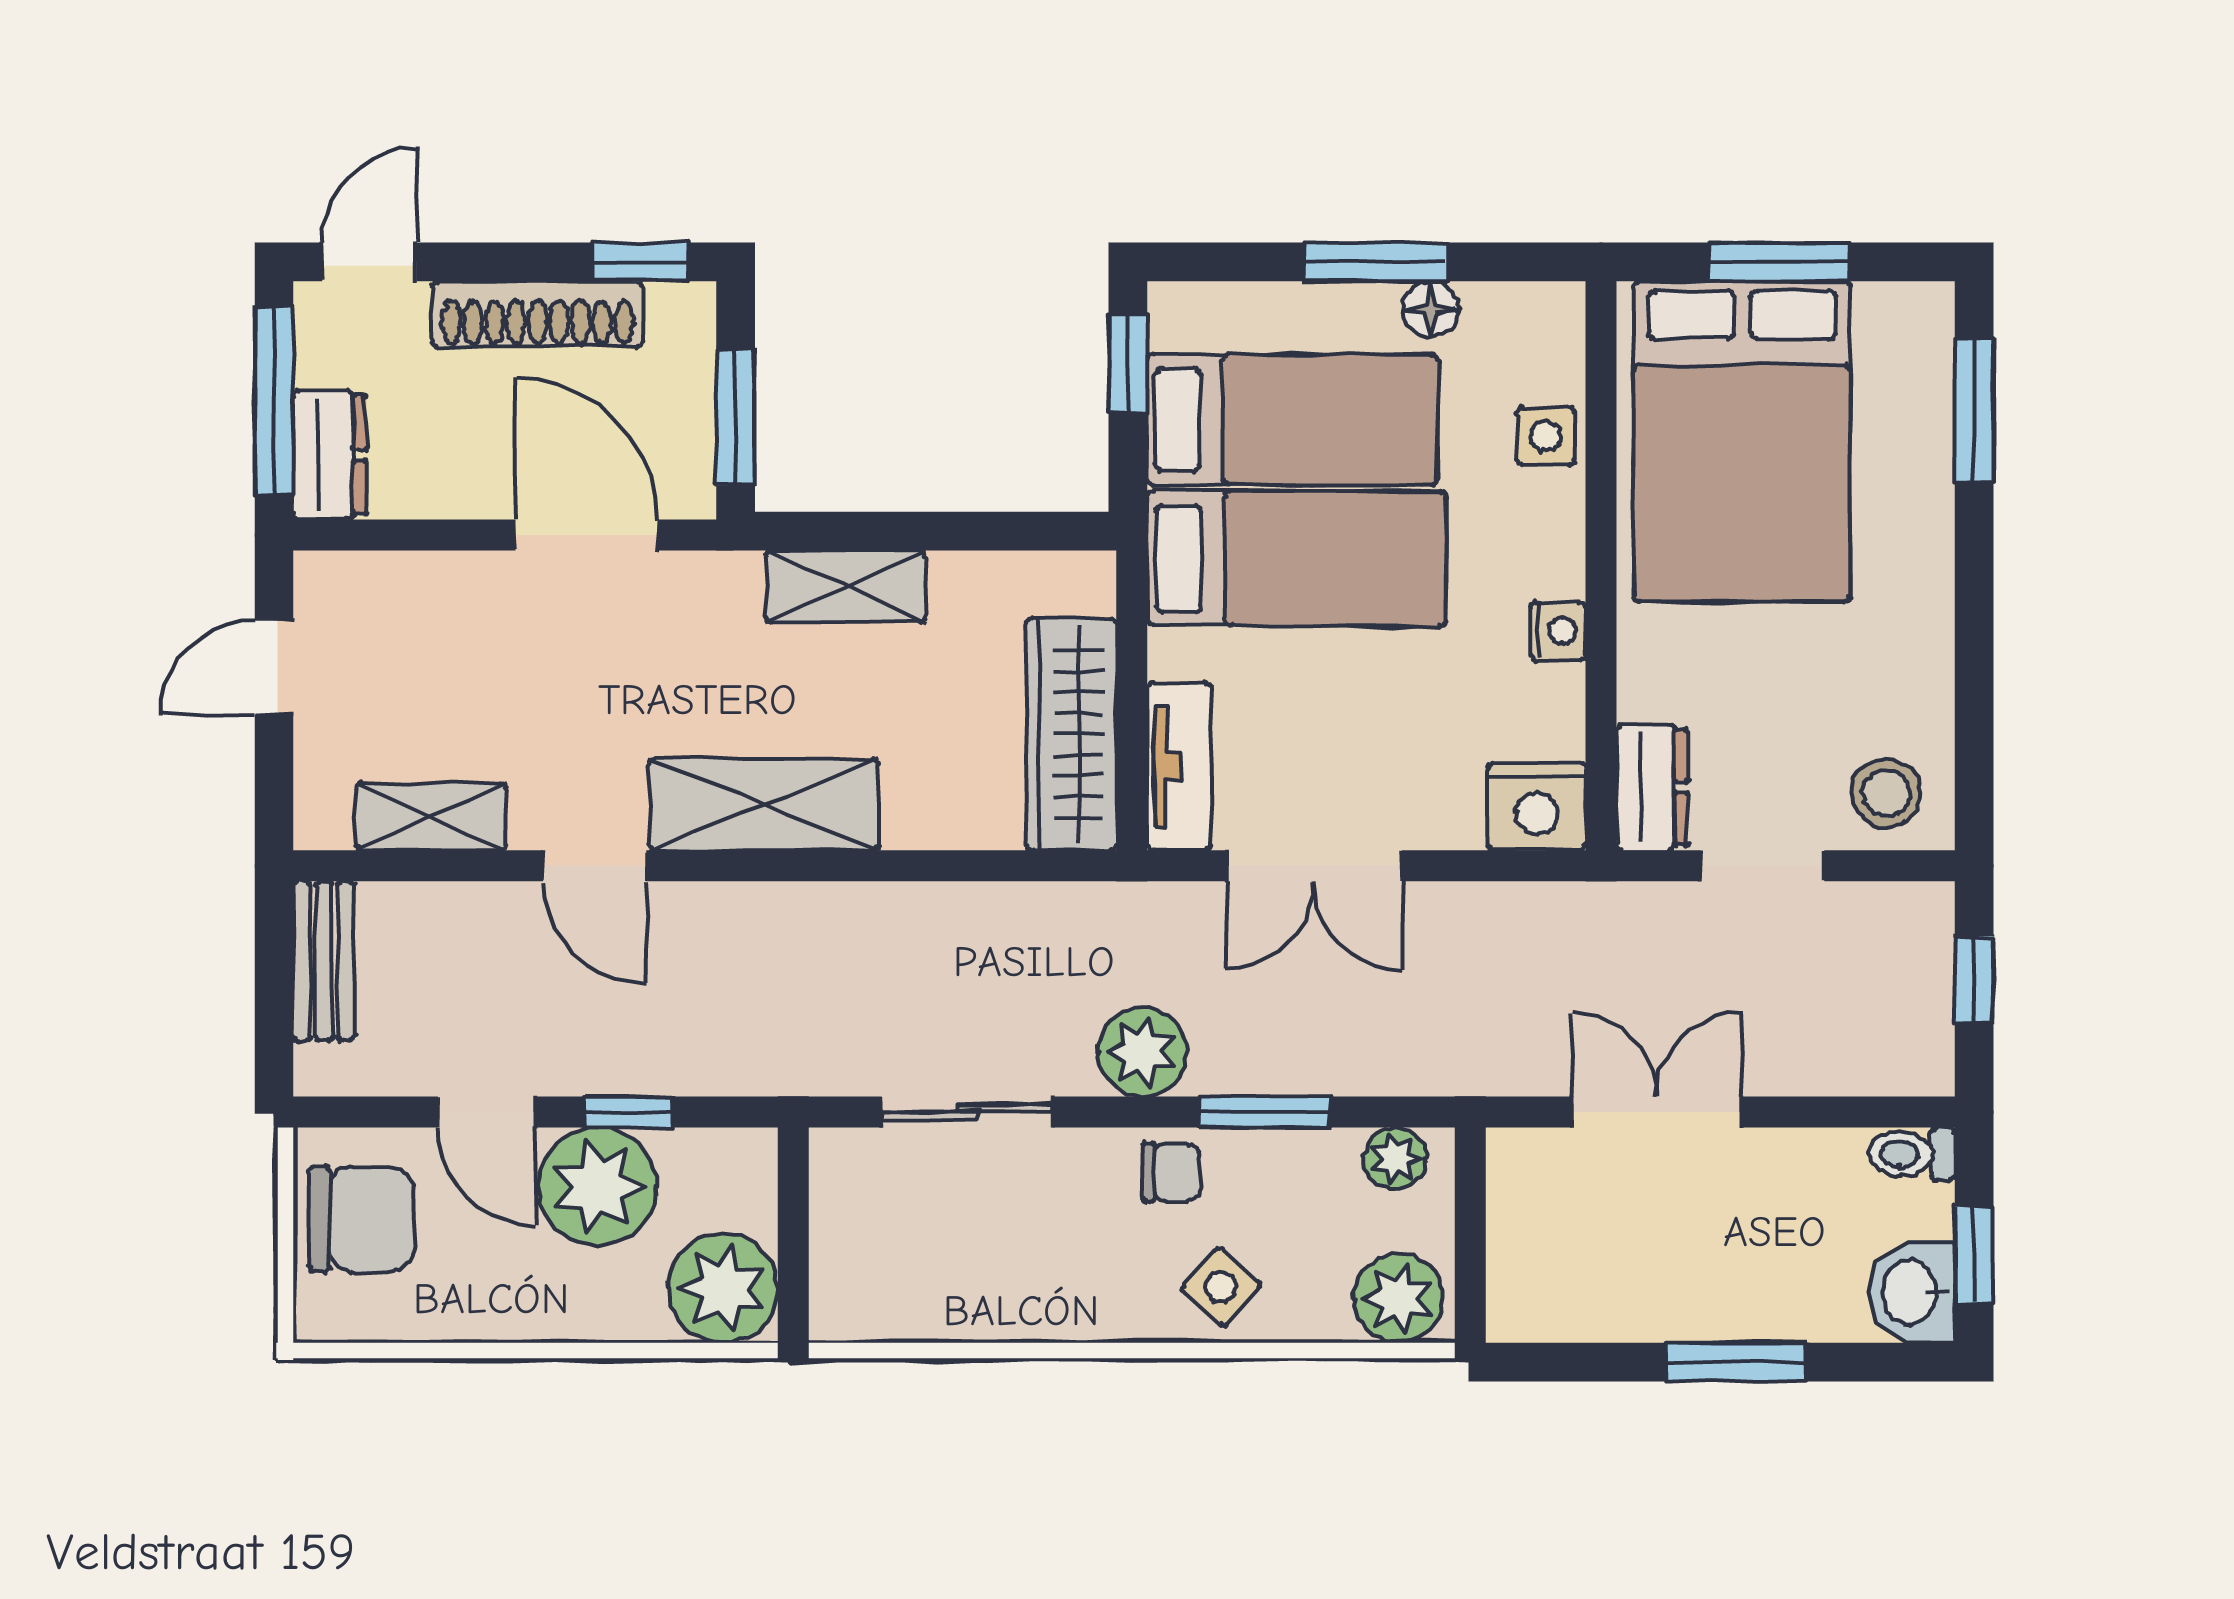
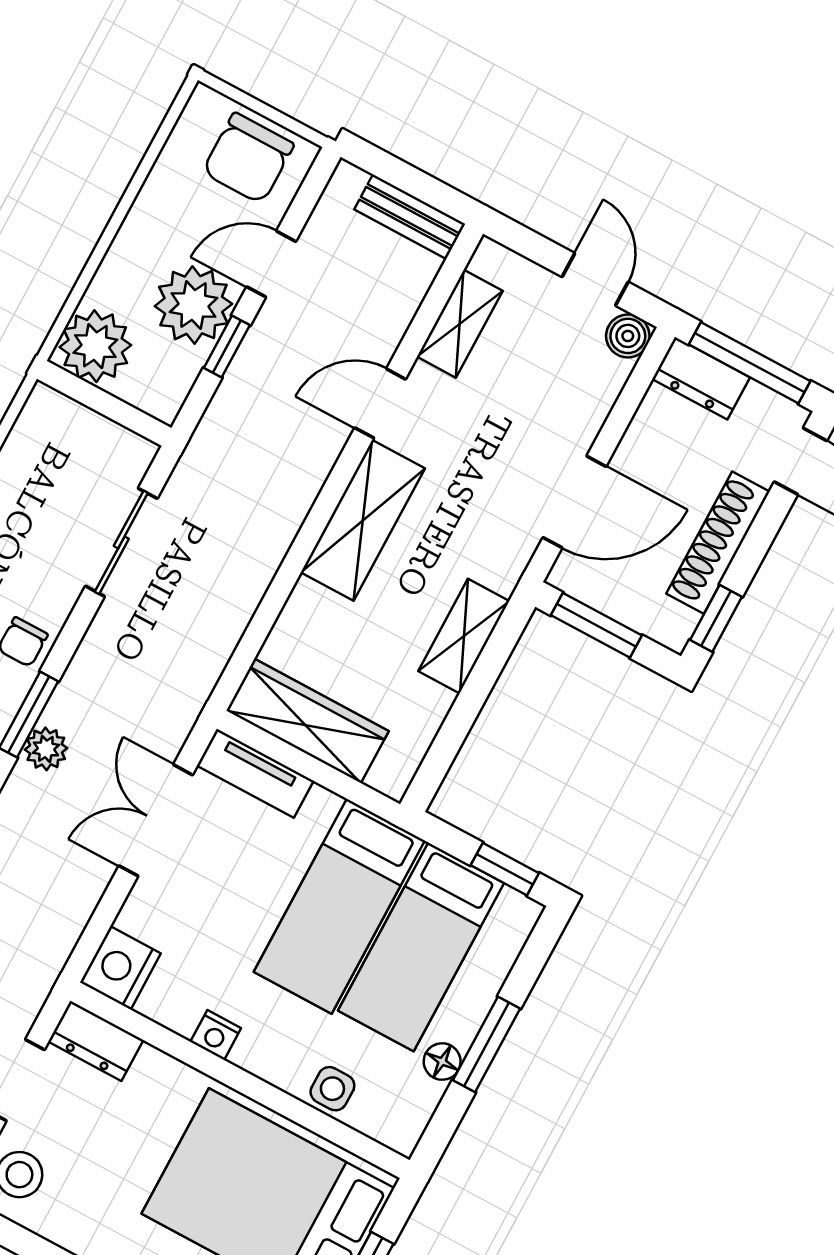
boiler: (326, 583) -> (628, 336), added
plant: (1142, 1052) -> (46, 749), moved, width x0.73, depth x0.73

